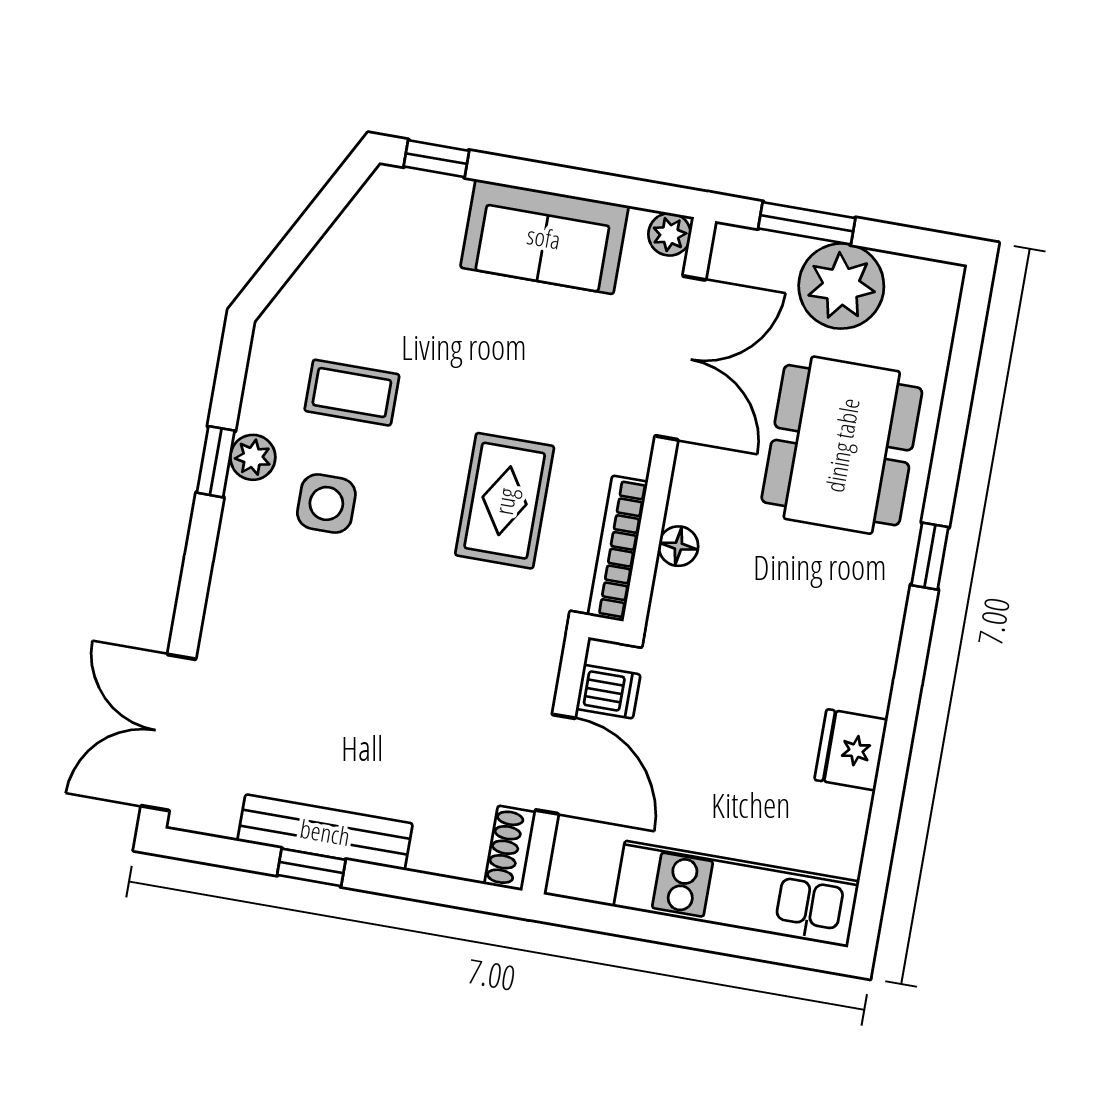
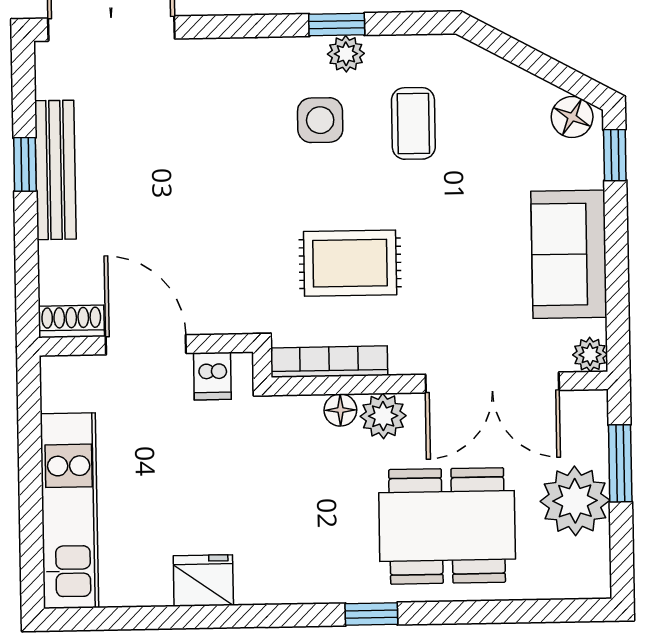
floor lamp: (381, 201) -> (572, 117), added
plant: (695, 496) -> (383, 416), added
door: (555, 764) -> (146, 345), swing flipped

